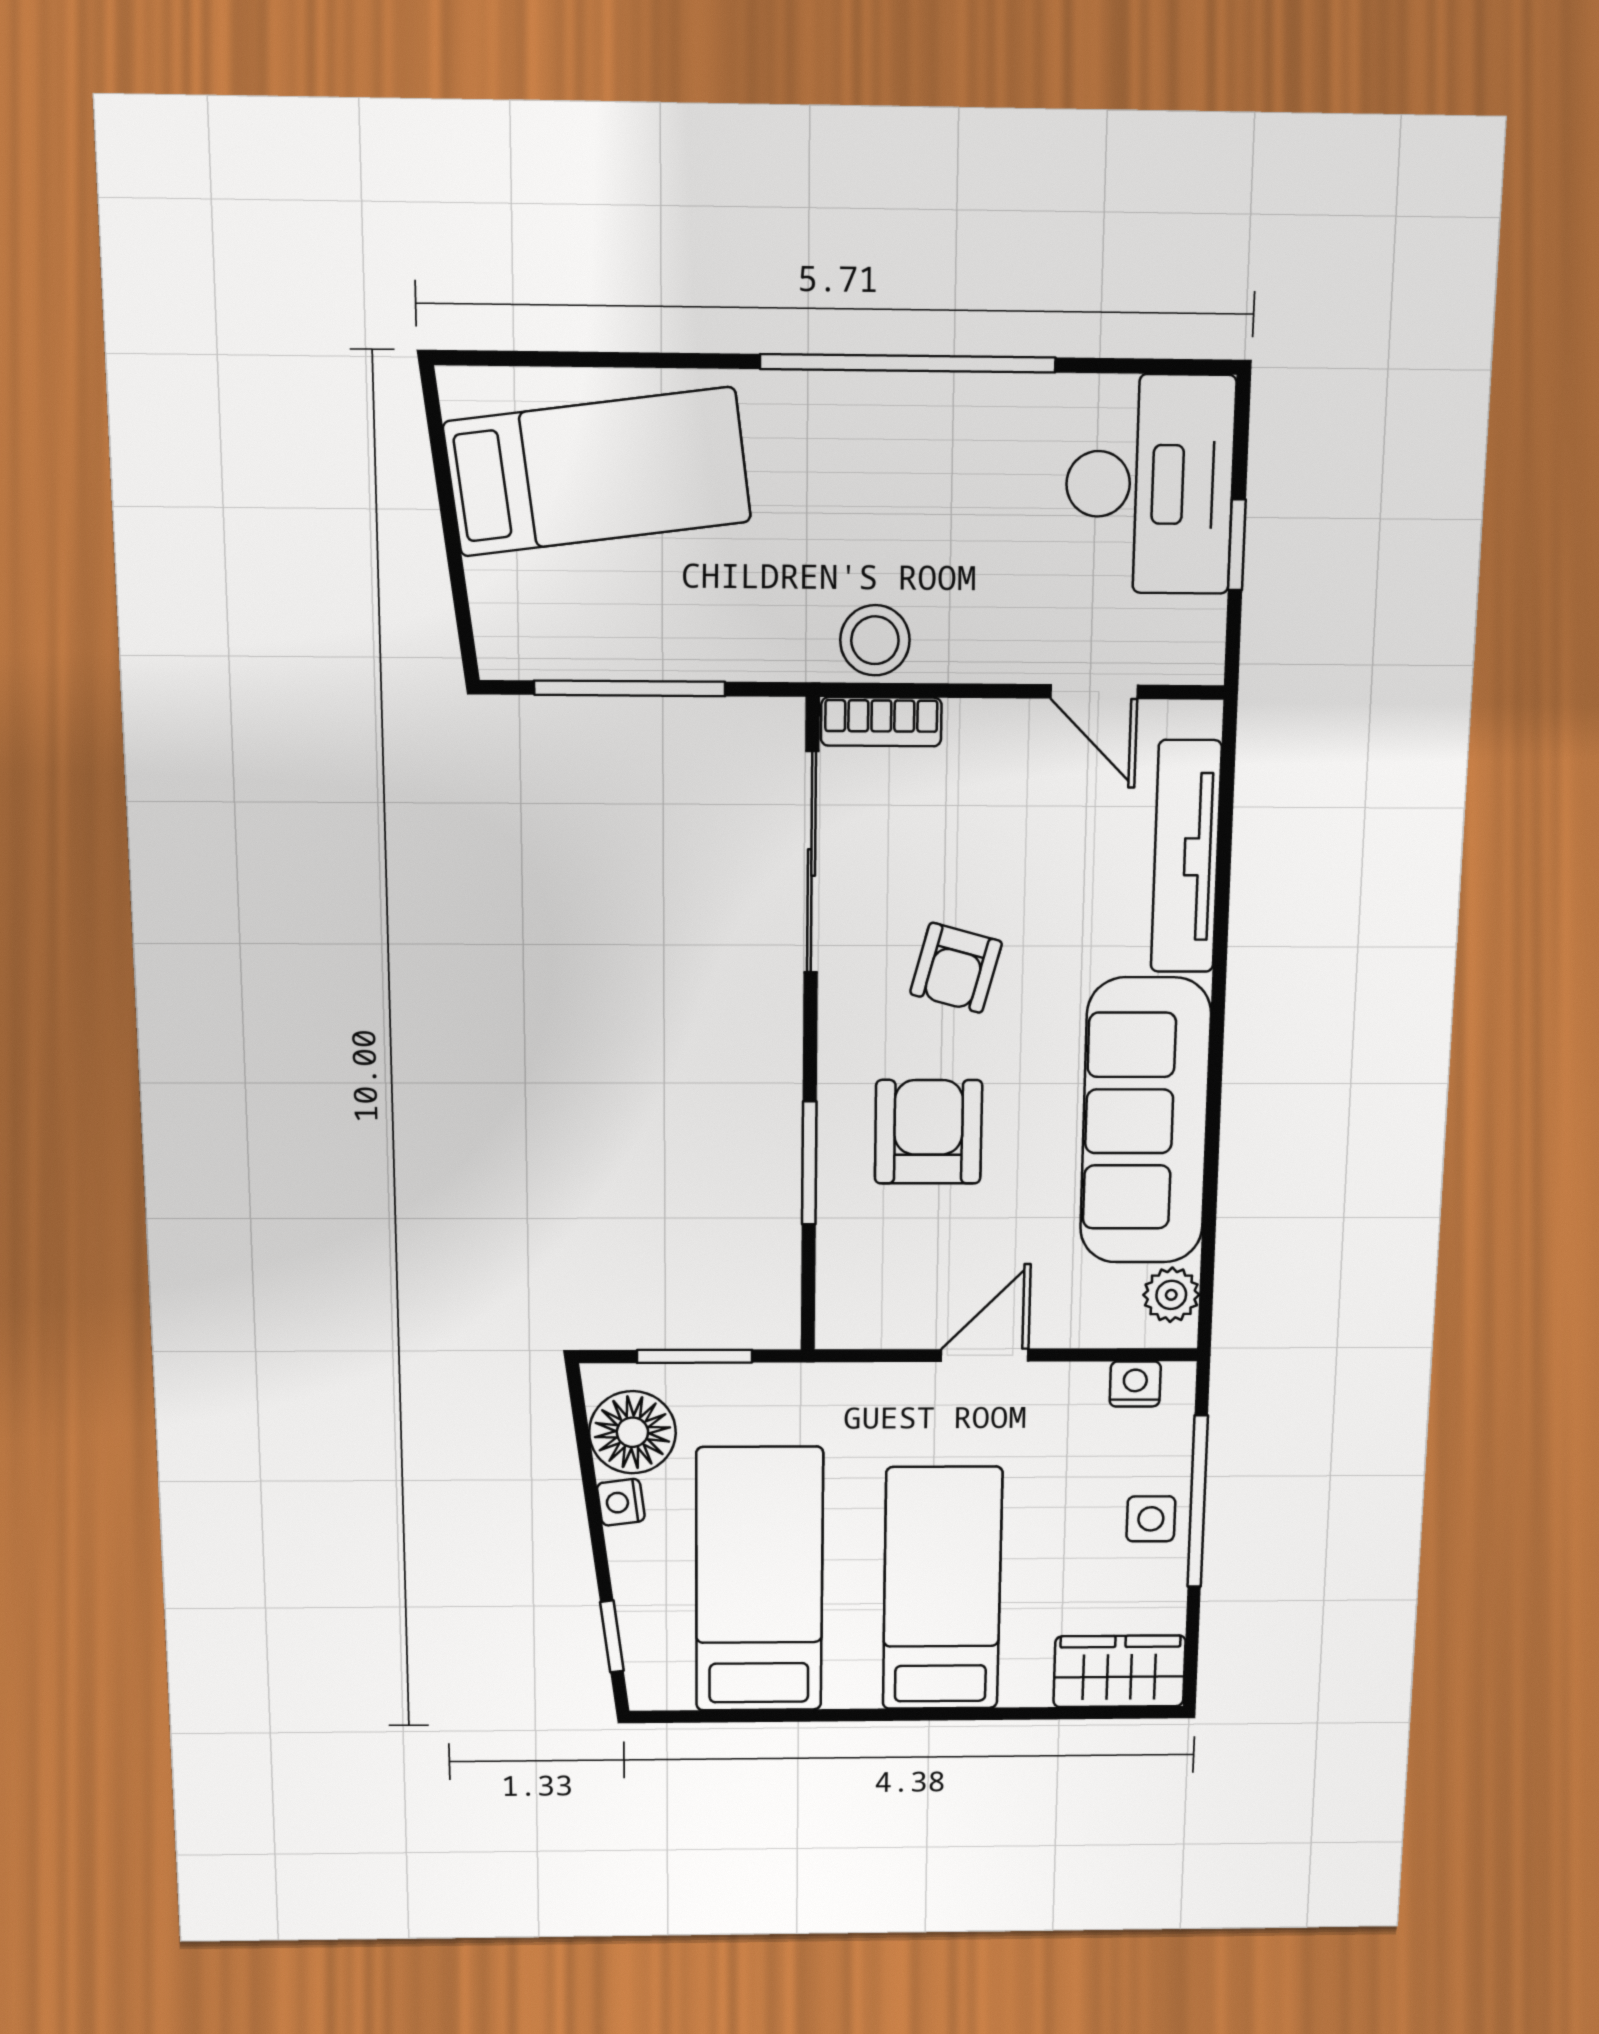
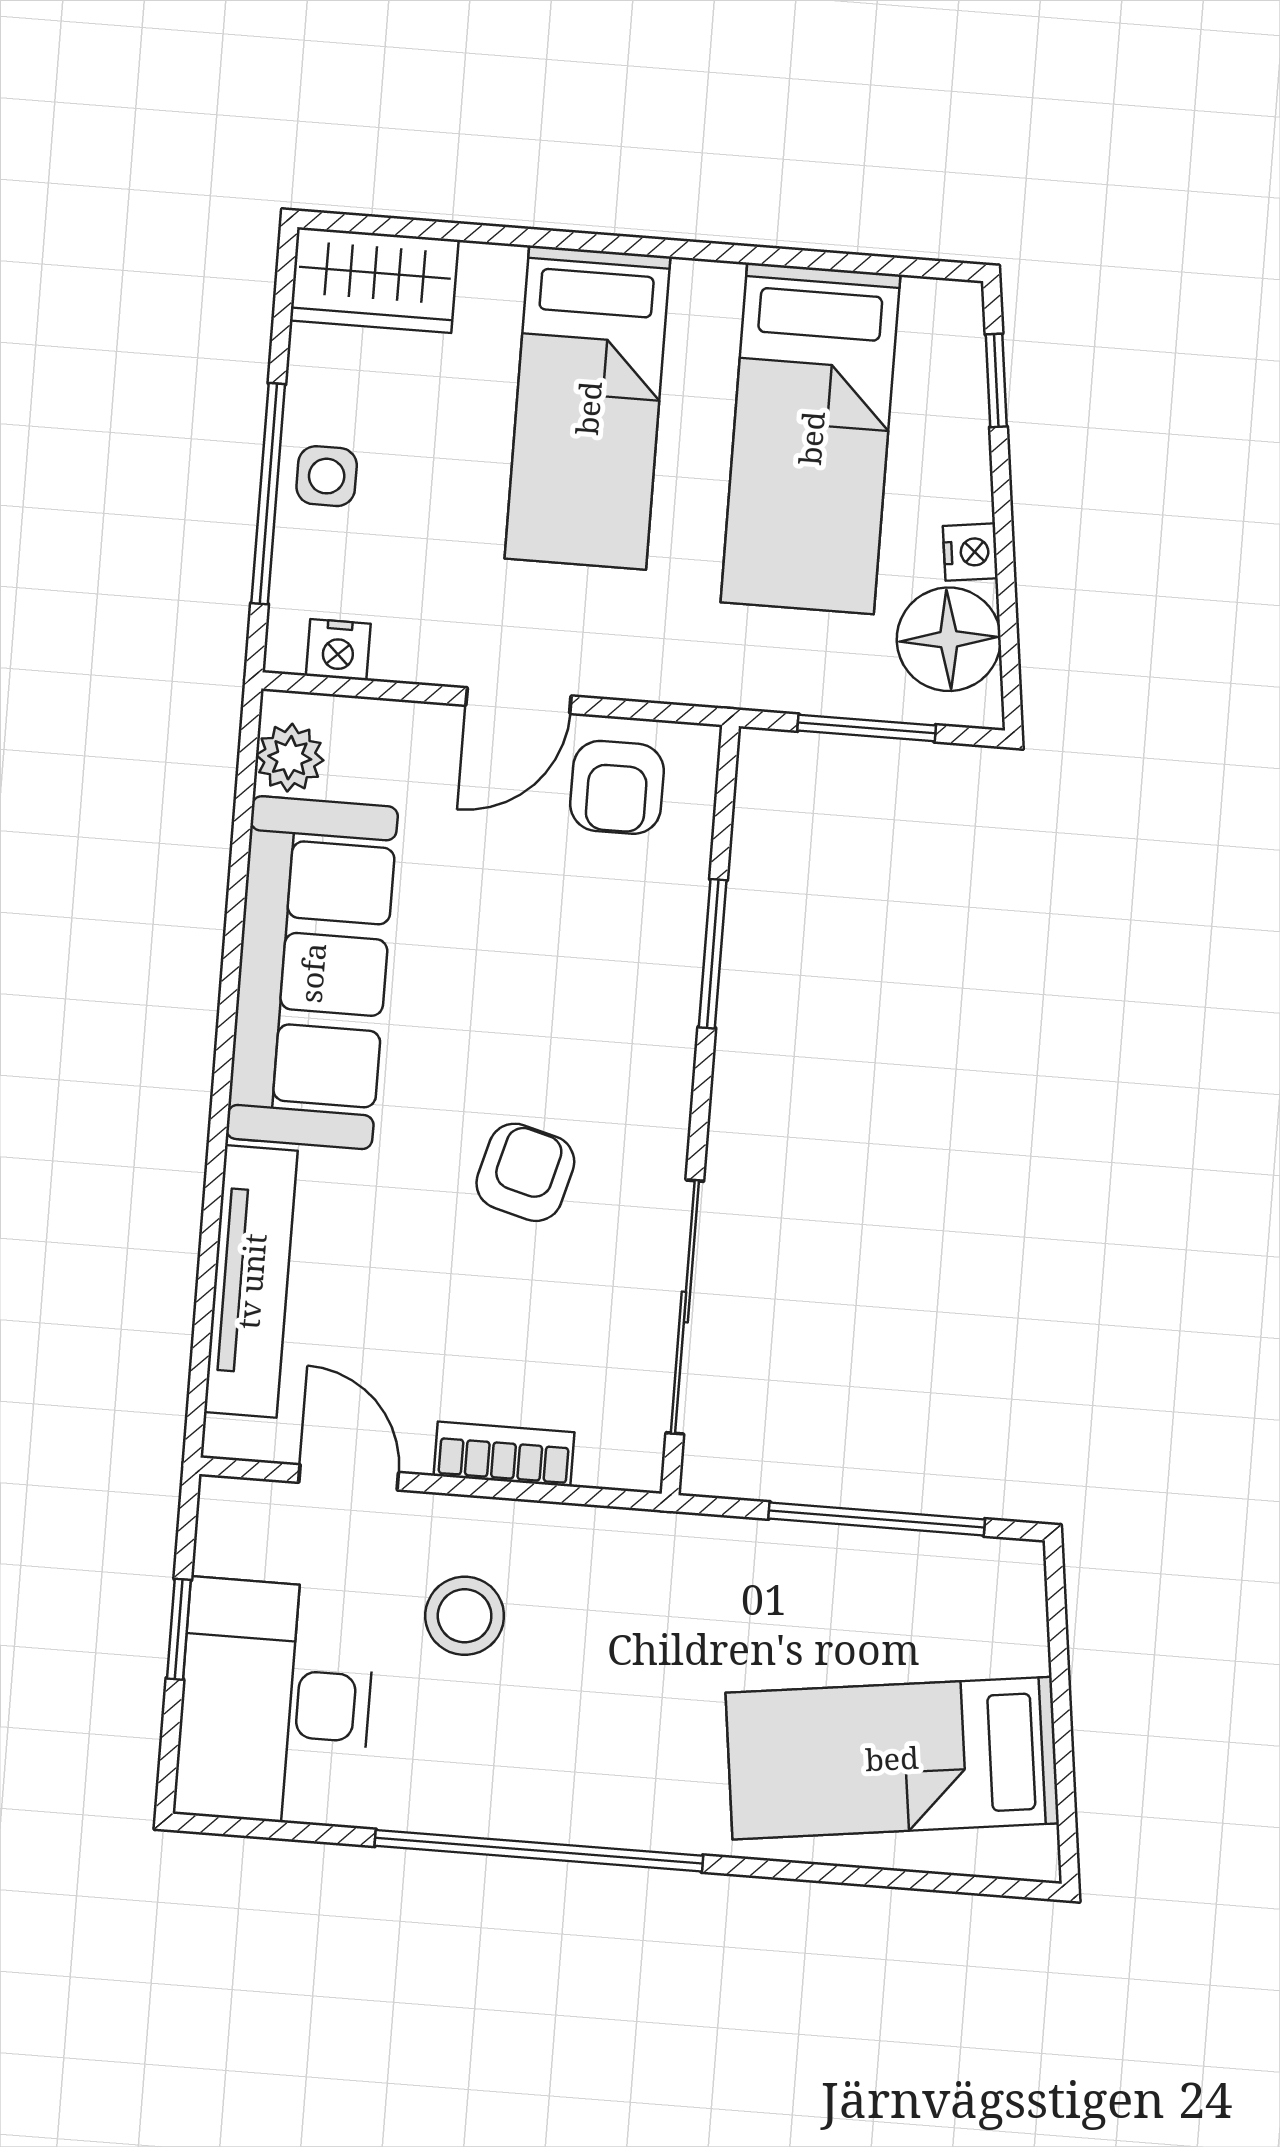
stool: (875, 640) -> (465, 1616), moved
bookcase: (881, 722) -> (504, 1454), moved
armchair: (928, 1132) -> (617, 787), moved, width x0.72, depth x0.72

